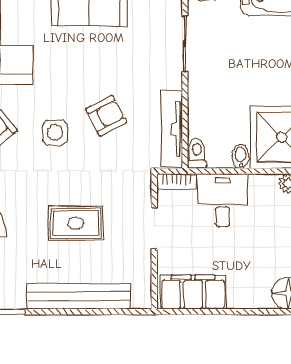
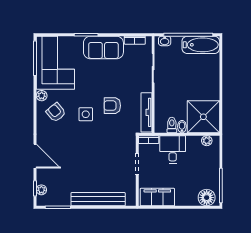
armchair: (106, 116) -> (112, 106), turned -153
toilet: (197, 153) -> (172, 125), moved
rug: (76, 223) -> (97, 161), removed

